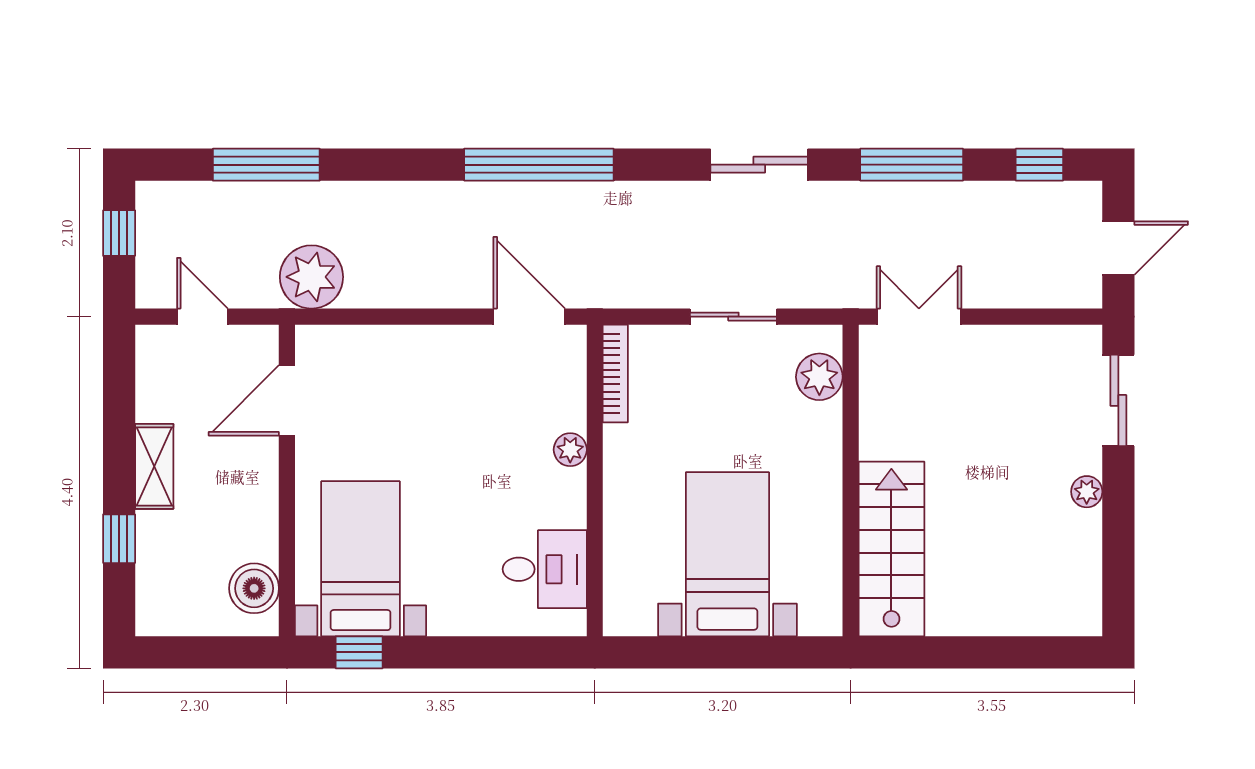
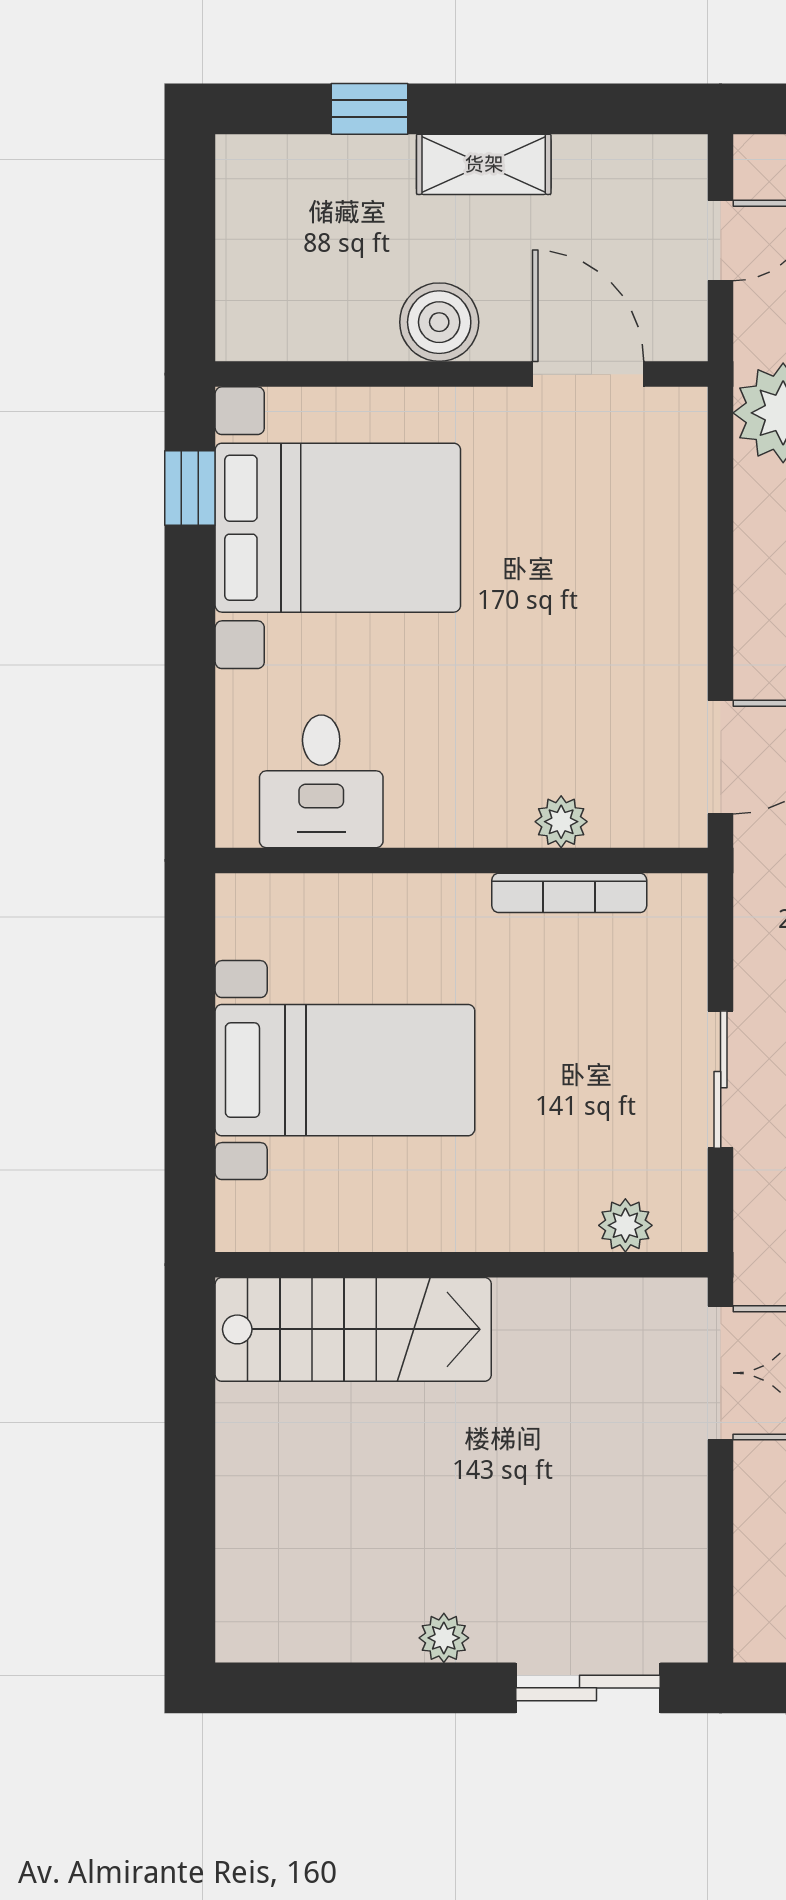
bookcase: (615, 373) -> (569, 893), moved
plant: (819, 377) -> (625, 1225), width x0.73, depth x0.73
plant: (570, 450) -> (561, 822), moved
bed with nightstands: (361, 559) -> (338, 528), width x1.36
boiler: (254, 588) -> (439, 322), moved

